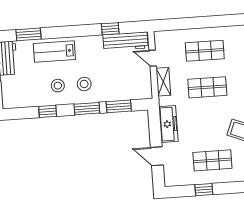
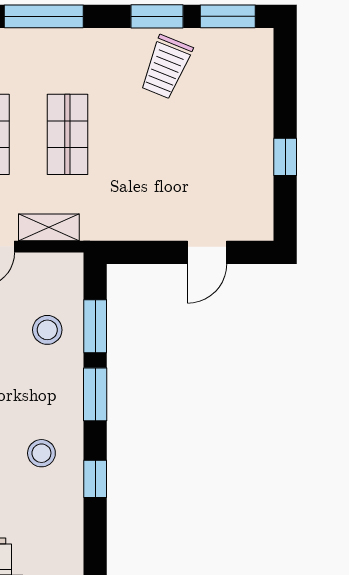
stool: (84, 84) -> (47, 330), moved
freezer: (168, 124) -> (140, 223), removed
shop shelf: (212, 160) -> (224, 134), removed

